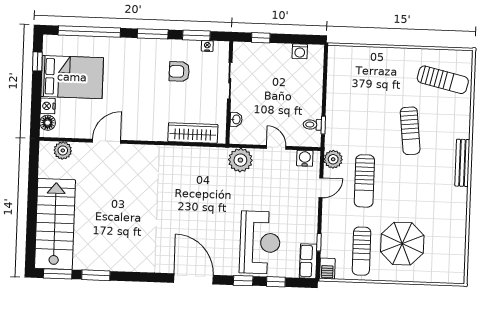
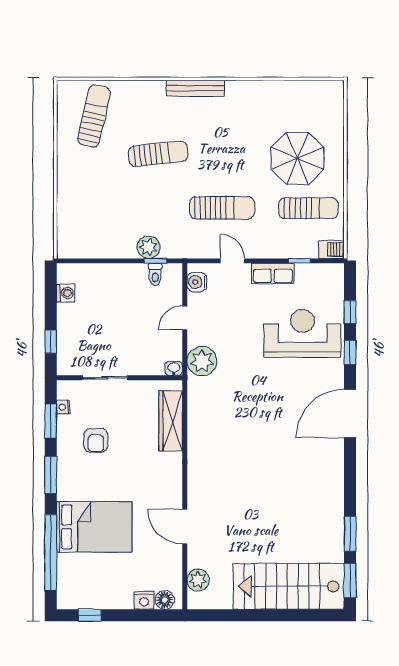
bed: (72, 77) -> (94, 527), moved, turned 90
washbasin: (236, 119) -> (174, 368), moved
plant: (333, 159) -> (148, 247), moved
row of seats: (308, 261) -> (273, 273), moved

